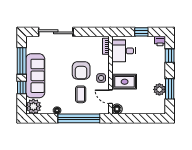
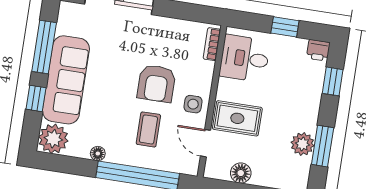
floor lamp: (117, 109) -> (241, 173), moved

